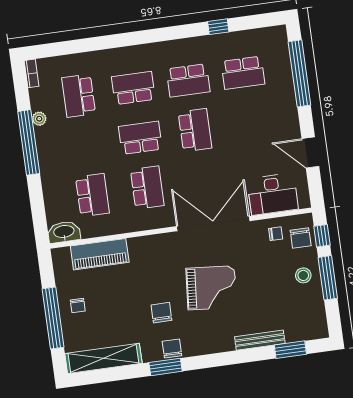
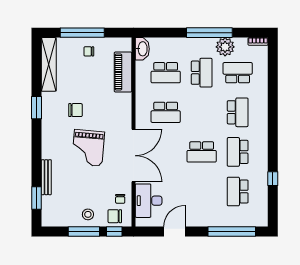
plant: (39, 119) -> (225, 47), width x1.87, depth x1.87
school desk: (140, 138) -> (202, 73), moved
chair: (172, 349) -> (49, 114), removed

